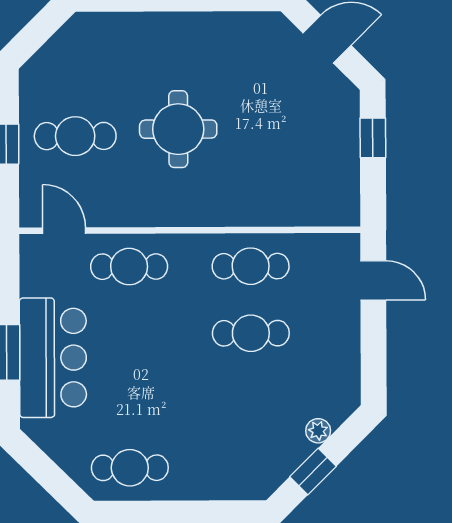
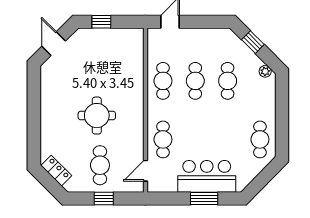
locker: (64, 46) -> (56, 171), added
cafe table: (251, 400) -> (228, 81), added
plant: (318, 431) -> (265, 71), moved
window: (313, 472) -> (253, 42), moved

